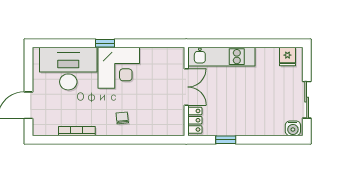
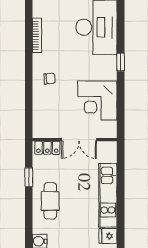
kitchen unit: (221, 57) -> (108, 195), moved
corner desk: (119, 68) -> (97, 101), moved
cafe table: (251, 117) -> (50, 201), added

